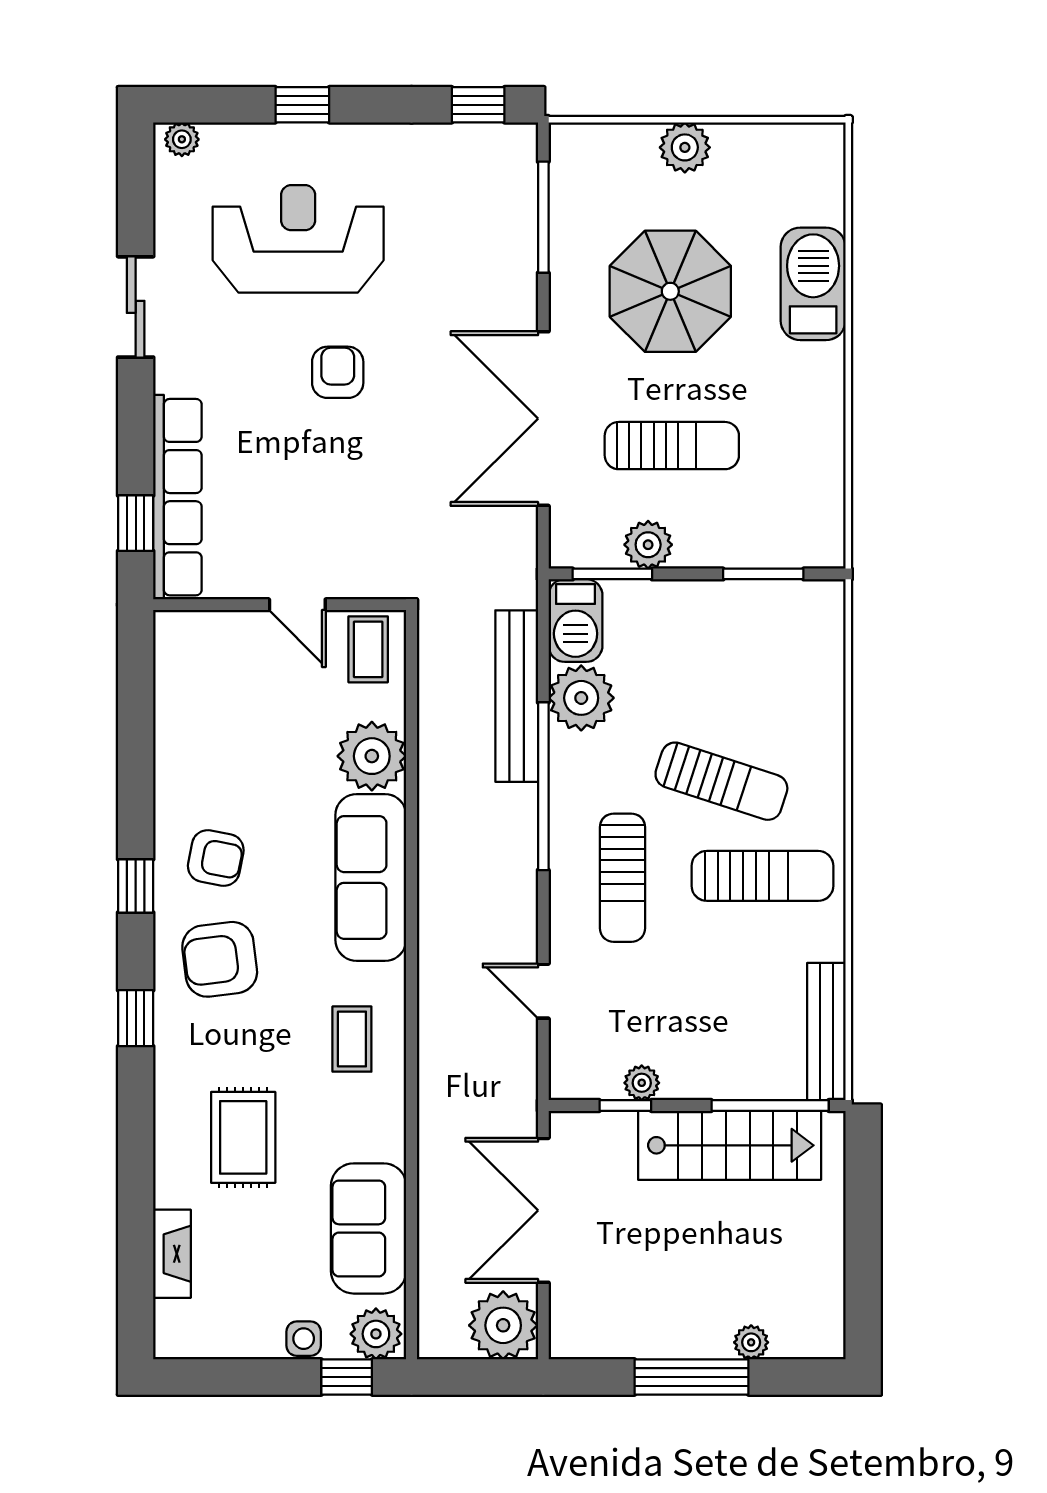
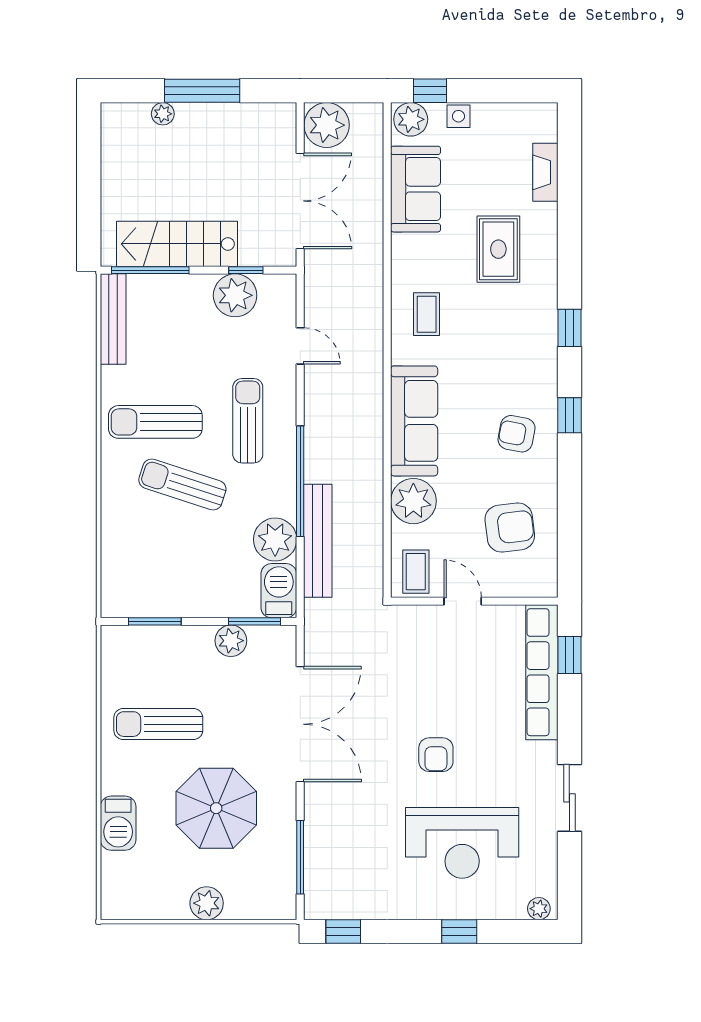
barbecue: (813, 284) -> (118, 823), width x0.73, depth x0.83
sun lounger: (672, 446) -> (158, 724), moved
armchair: (220, 959) -> (510, 527), moved
plant: (642, 1083) -> (235, 295), width x1.88, depth x1.88

